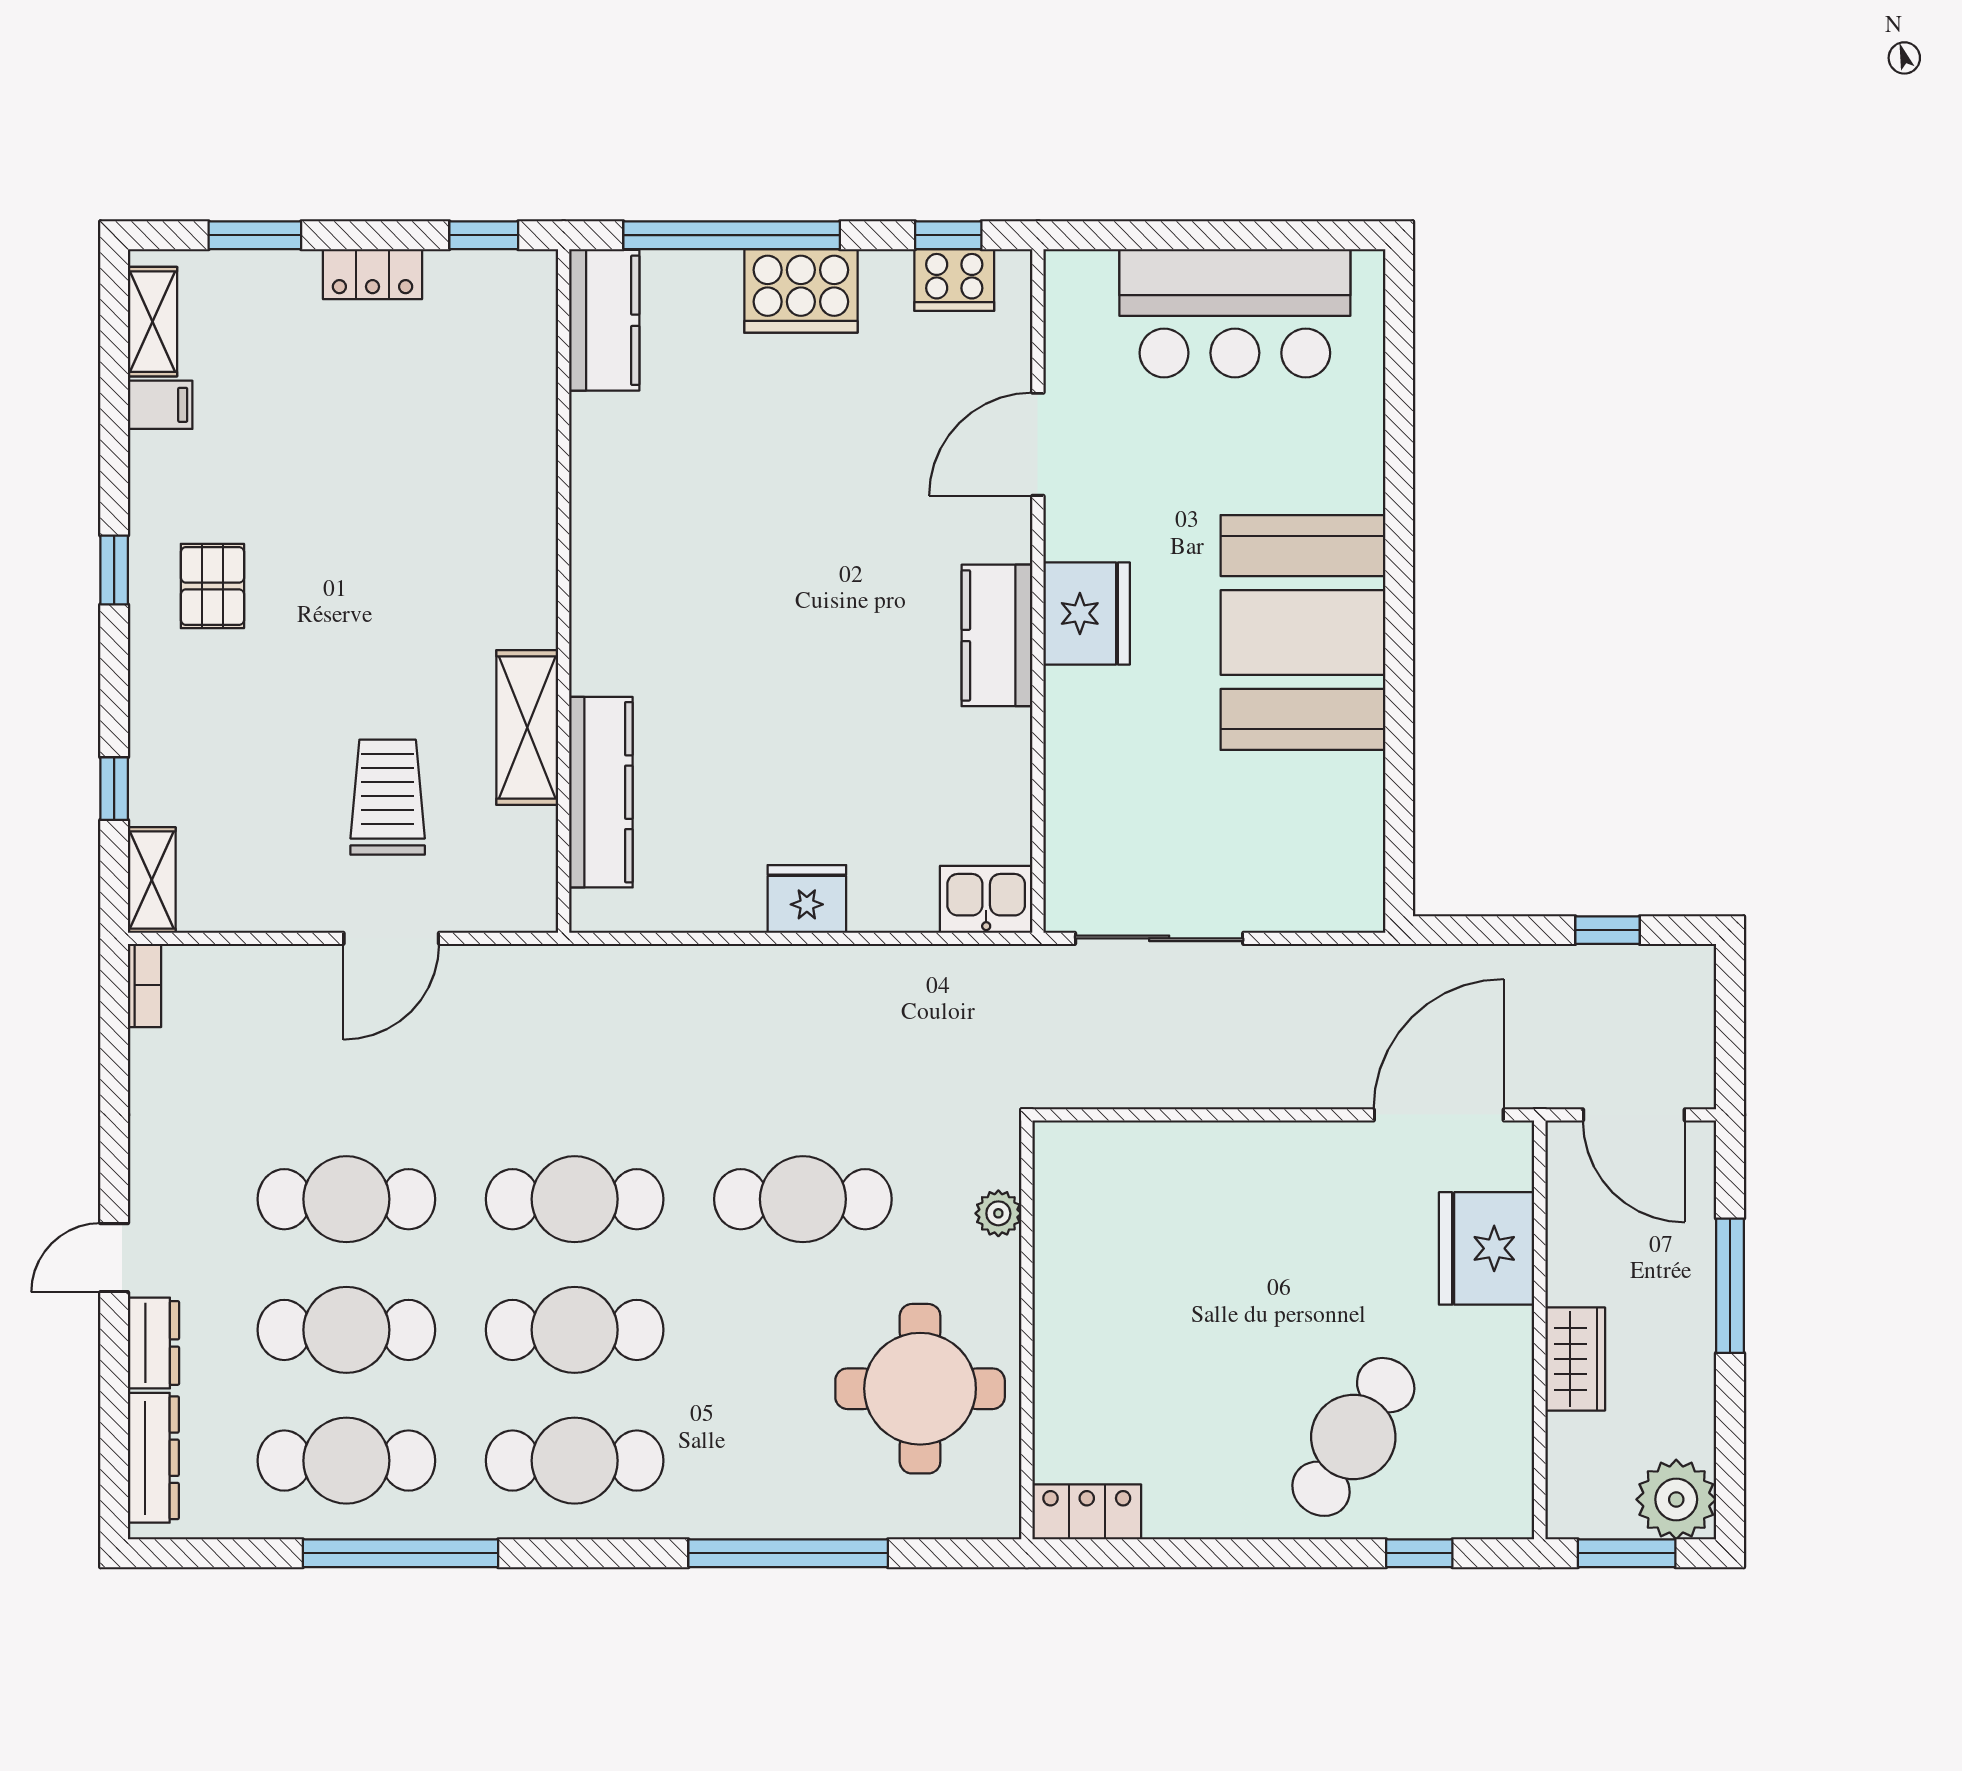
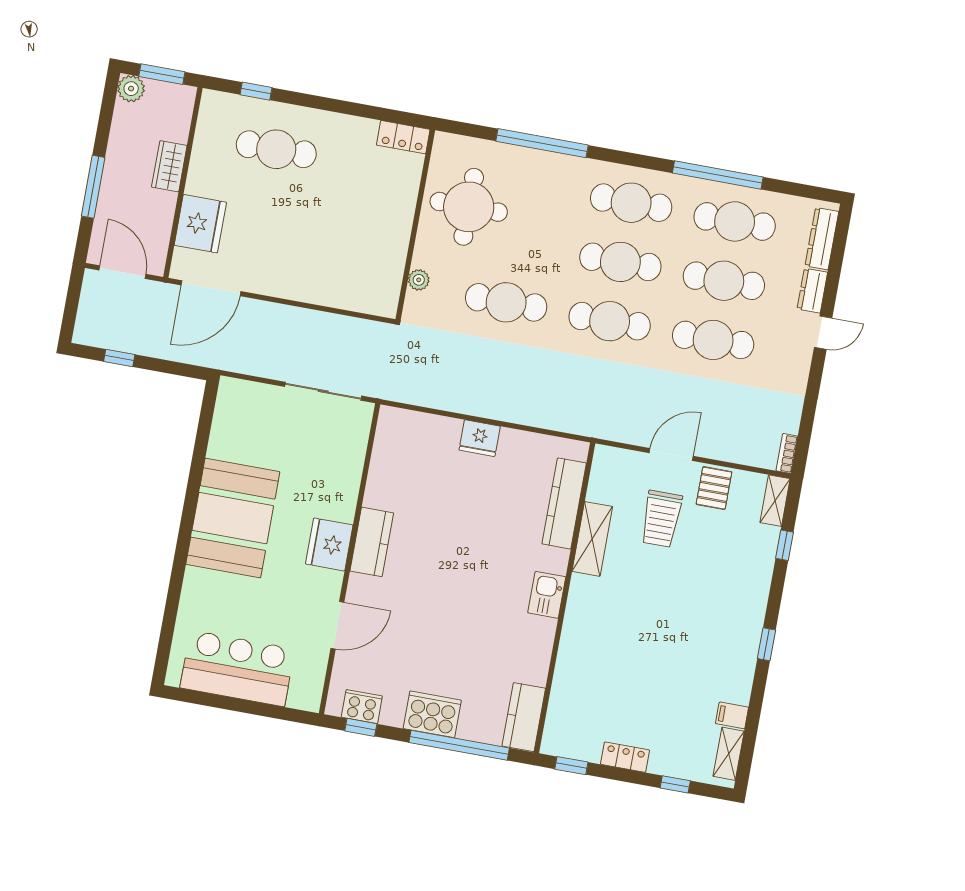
window: (255, 235) -> (675, 784), width x0.67
pallet: (212, 586) -> (714, 488), moved
kitchen sink: (986, 899) -> (547, 595), moved, turned 90
cafe table: (1353, 1437) -> (276, 149), turned 58
plant: (1676, 1499) -> (131, 89), width x0.73, depth x0.73

